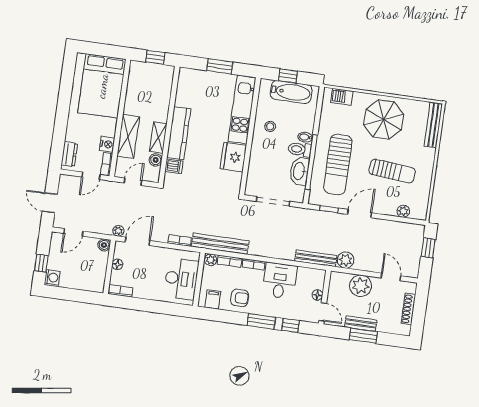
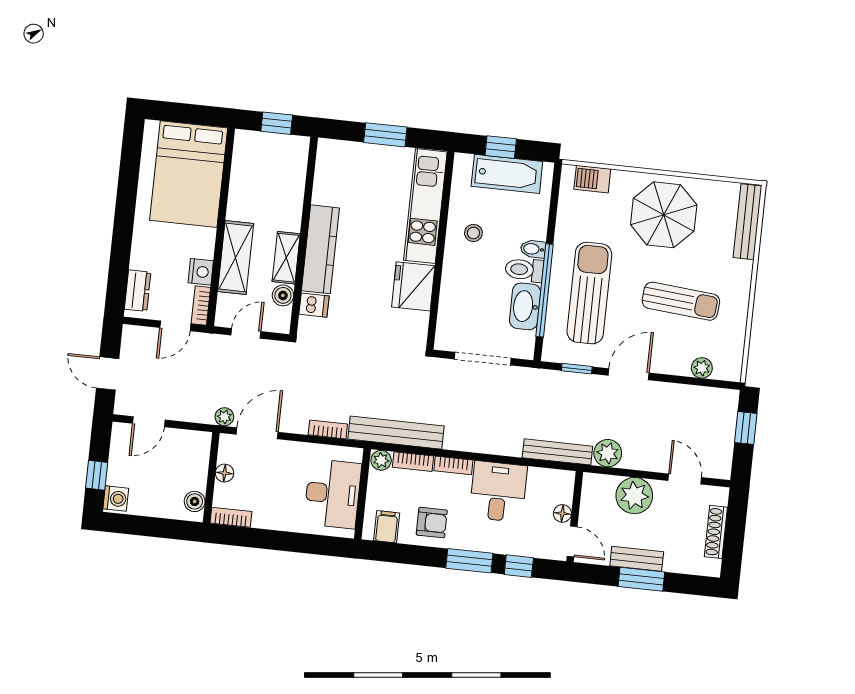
sun lounger: (338, 164) -> (589, 293), turned 180
boiler: (104, 245) -> (195, 501), moved

